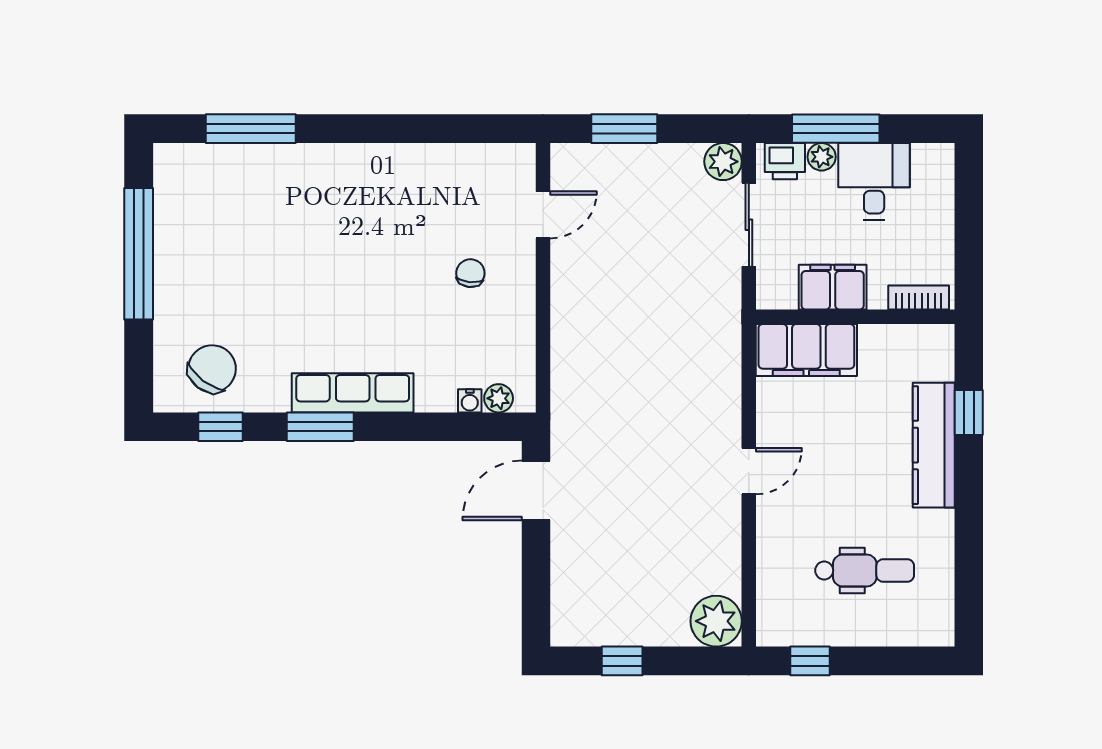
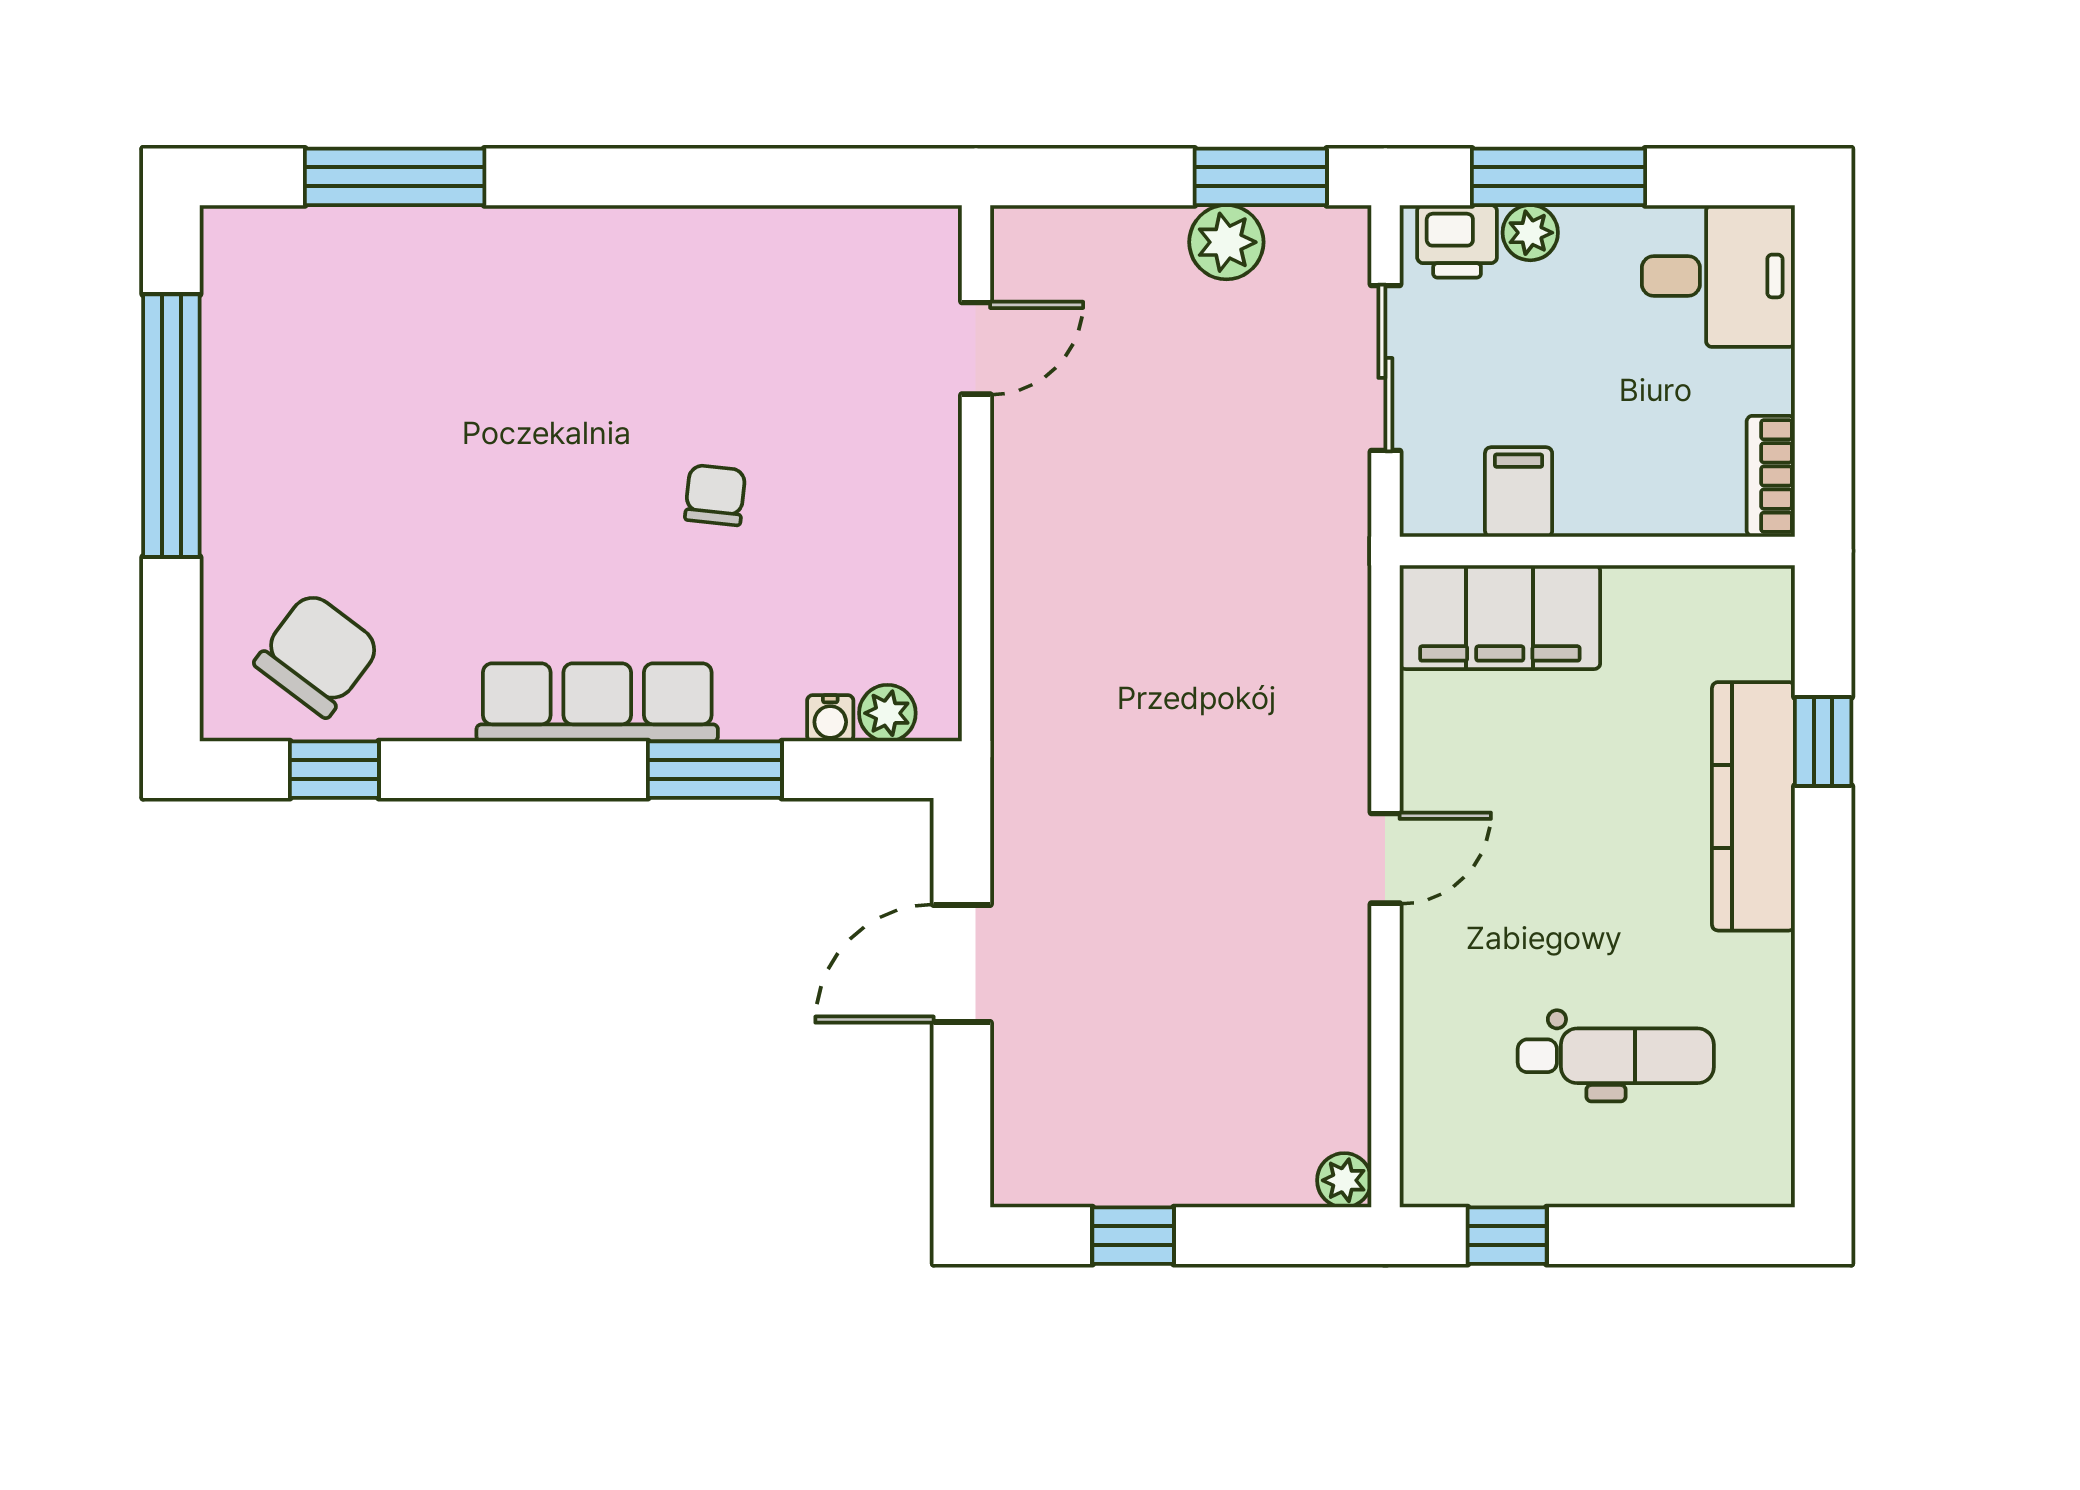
window: (624, 129) -> (1261, 177), moved
plant: (723, 162) -> (1226, 242), moved
desk: (874, 181) -> (1718, 276), moved, turned 90
chair: (470, 273) -> (715, 495), moved
filing cabinet: (833, 287) -> (1519, 492), width x0.50
bookcase: (919, 298) -> (1771, 476), moved, turned -90
window: (320, 427) -> (715, 770), moved
door: (536, 490) -> (962, 964), moved
plant: (716, 621) -> (1344, 1180), width x0.53, depth x0.53

